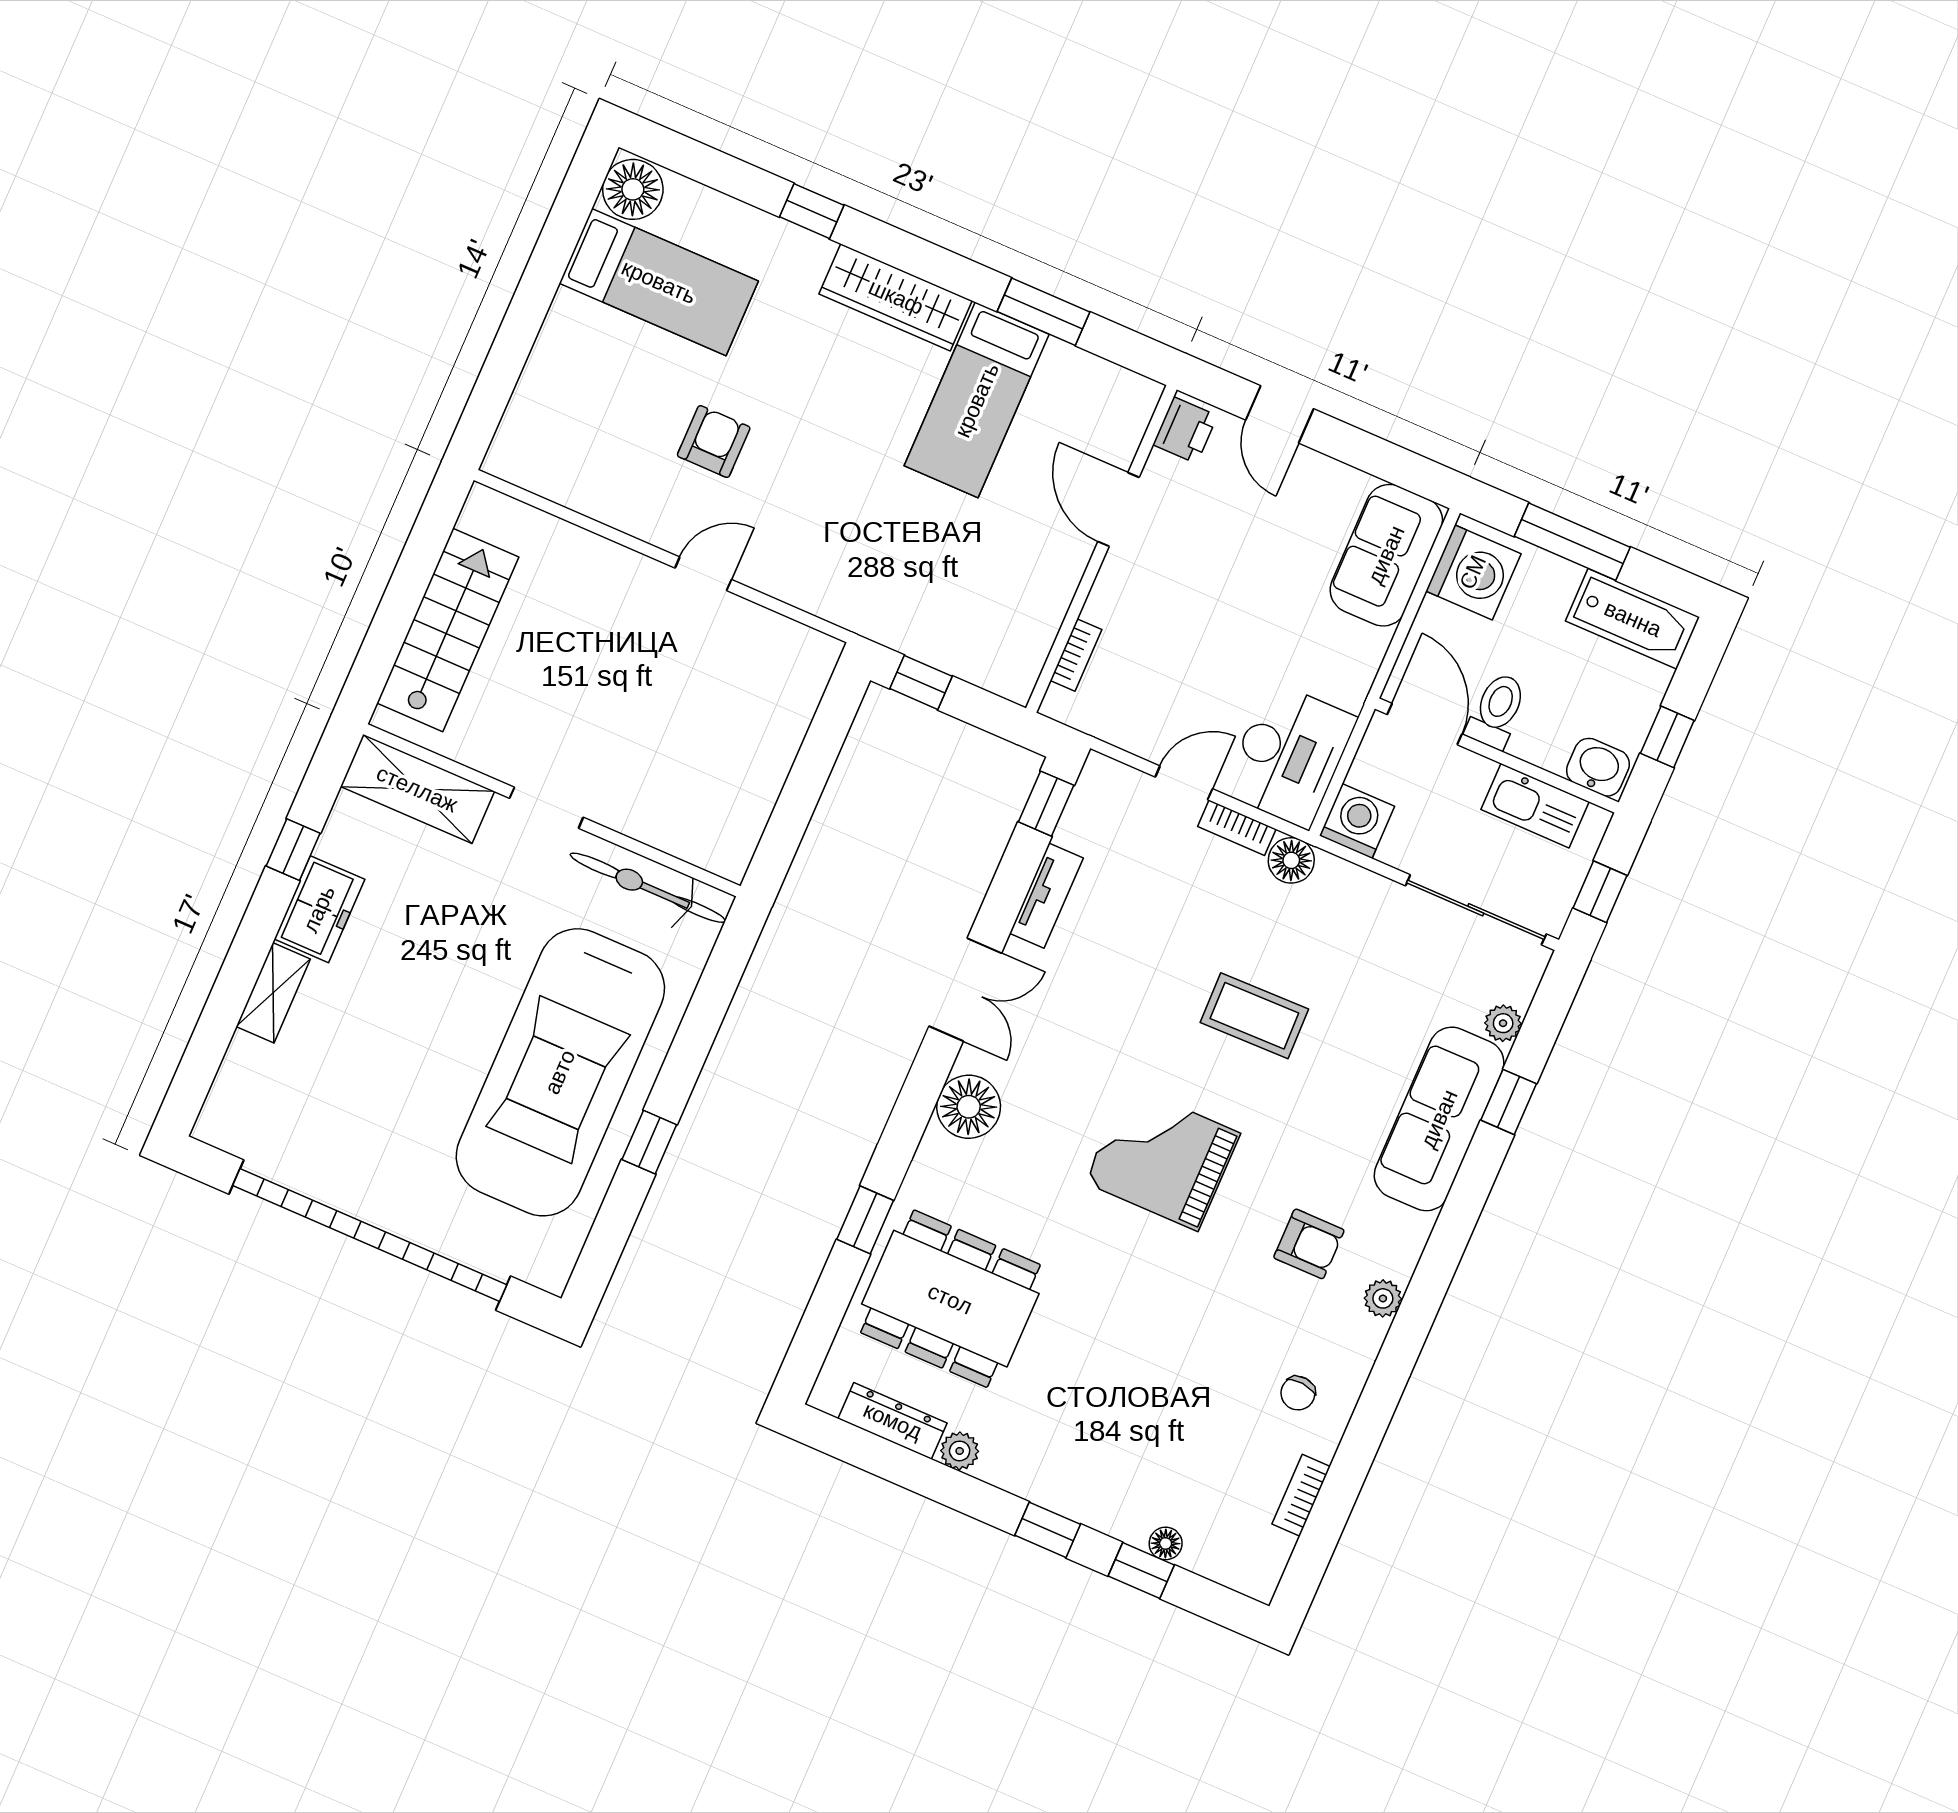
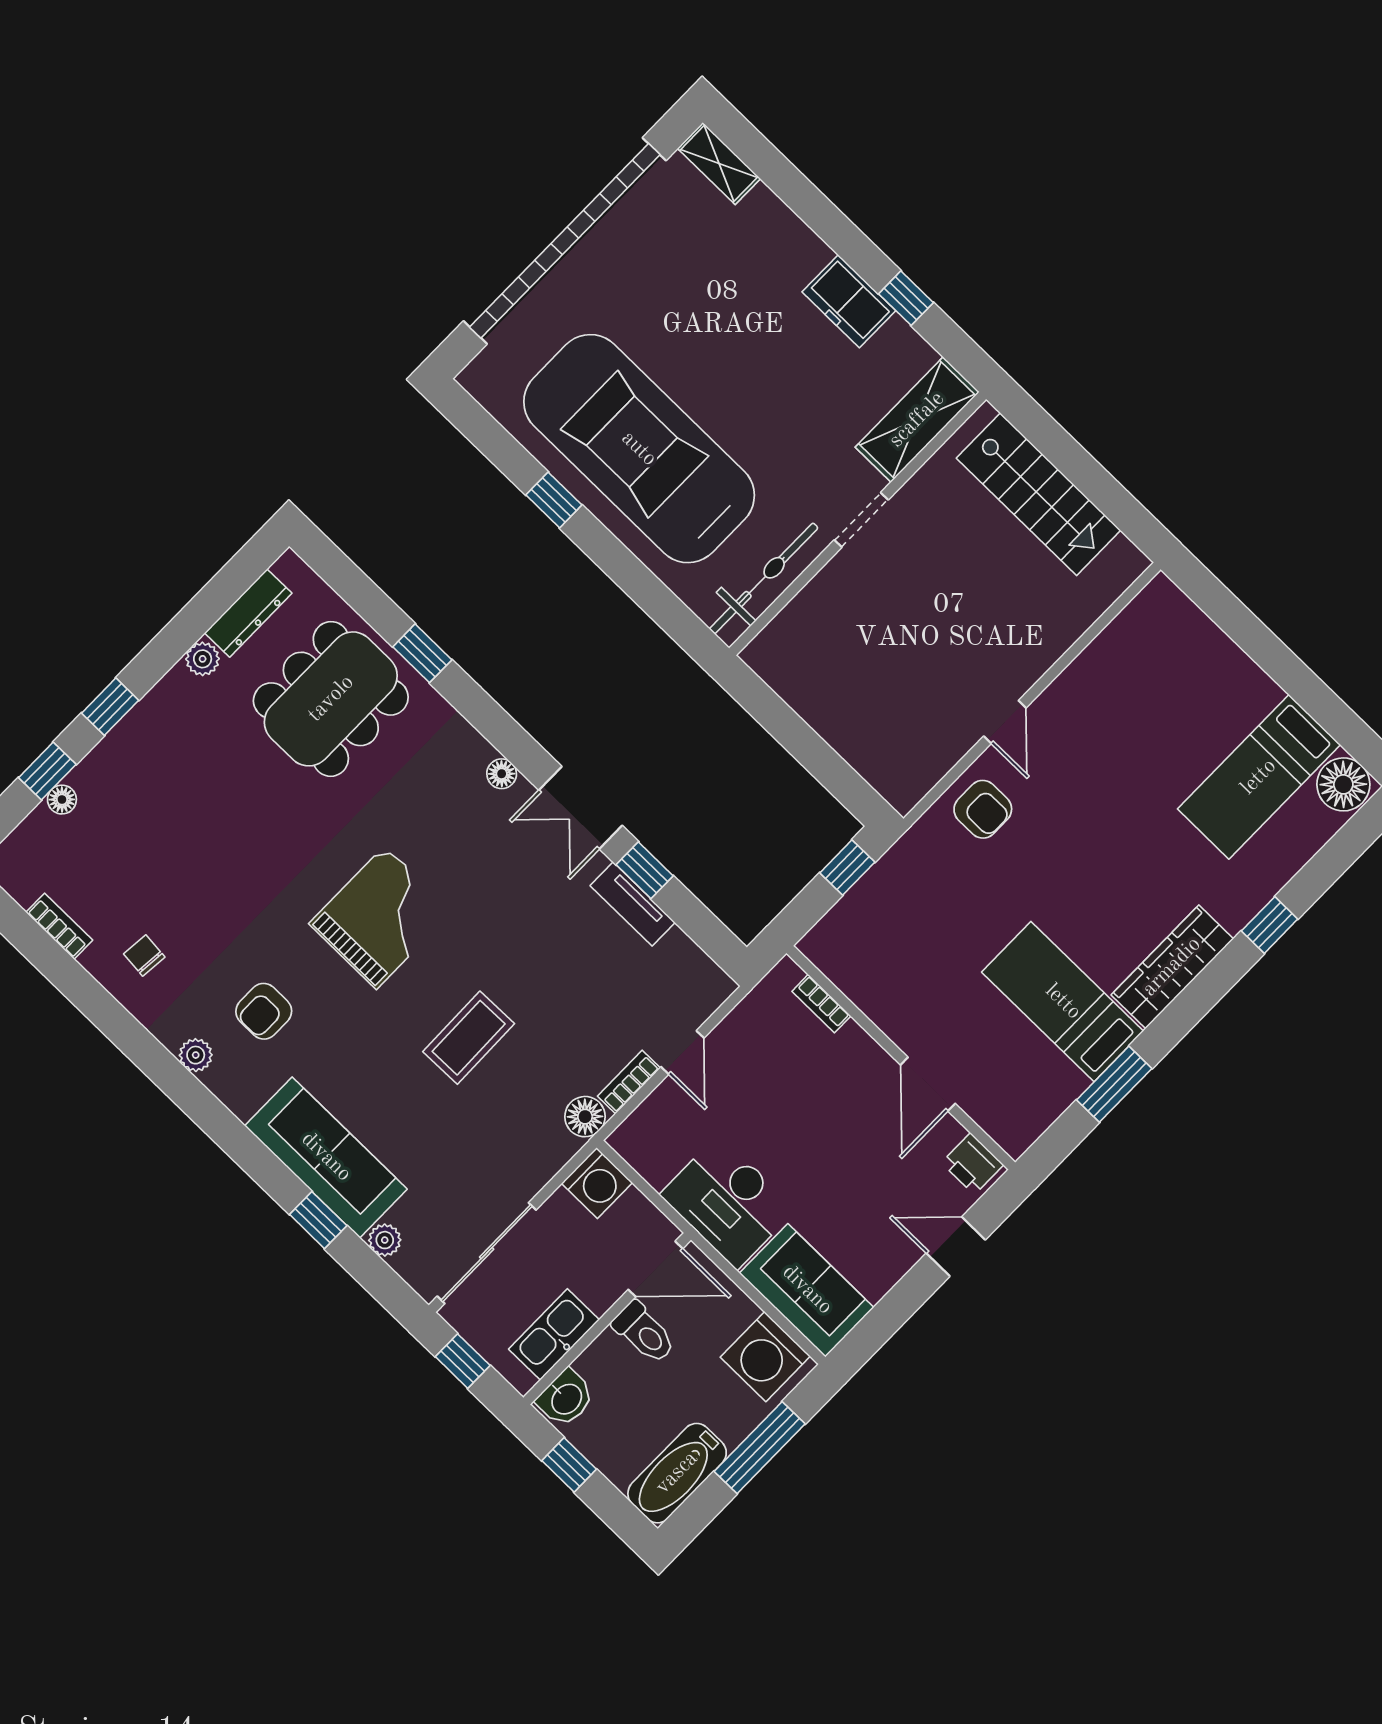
armchair: (714, 442) -> (983, 809), moved
door: (1118, 509) -> (928, 1084), swing flipped
desk: (1289, 755) -> (728, 1202), moved
window: (1046, 804) -> (645, 870), moved
shelving: (273, 993) -> (719, 163), moved
floor lamp: (969, 1107) -> (502, 774), width x0.53, depth x0.53

